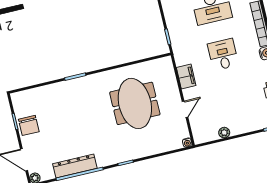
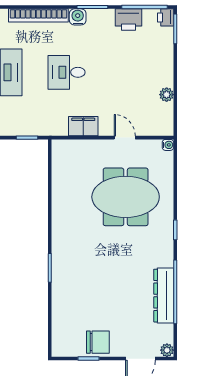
meeting table: (135, 103) -> (126, 197), moved

